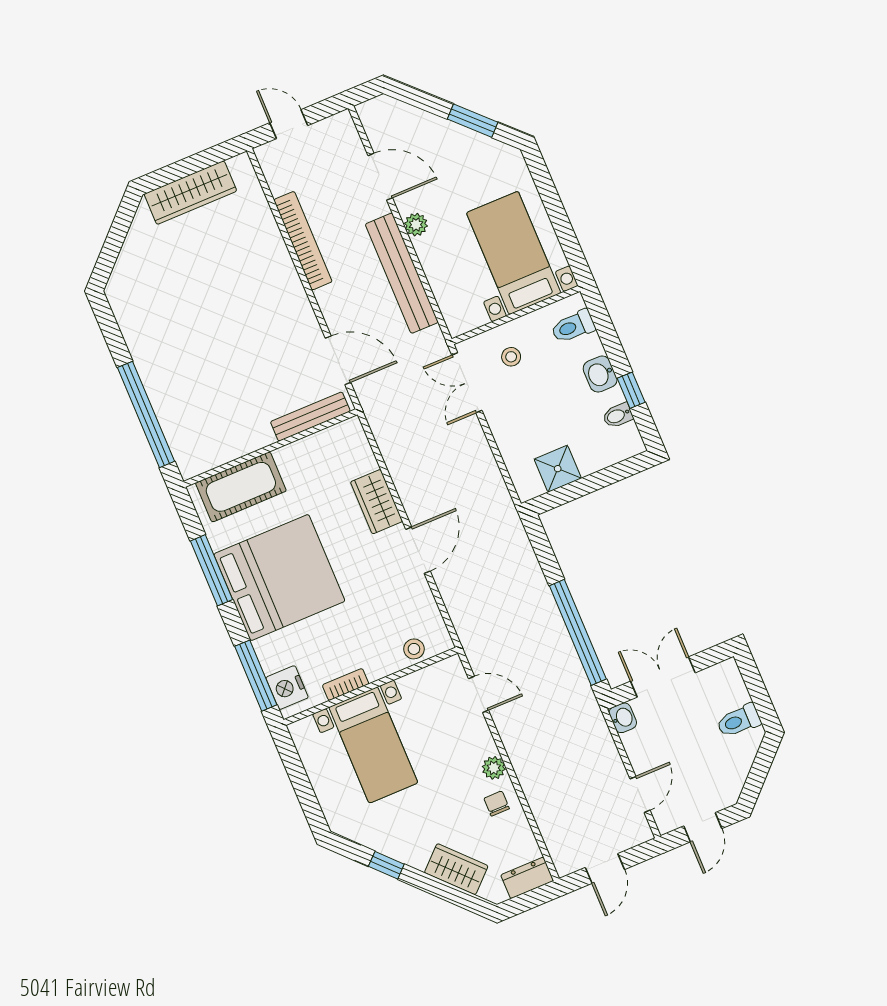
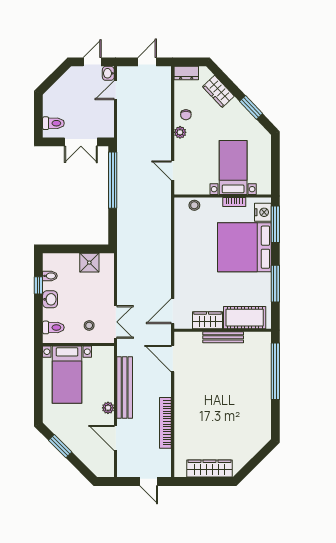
bench: (310, 416) -> (223, 337), moved
wardrobe: (377, 502) -> (208, 320), moved, turned -90
door: (418, 550) -> (173, 311), moved
bed: (279, 578) -> (244, 247), moved
washbasin: (623, 718) -> (108, 73), moved
toilet: (739, 721) -> (53, 123), moved
window: (386, 865) -> (251, 107), width x1.50

